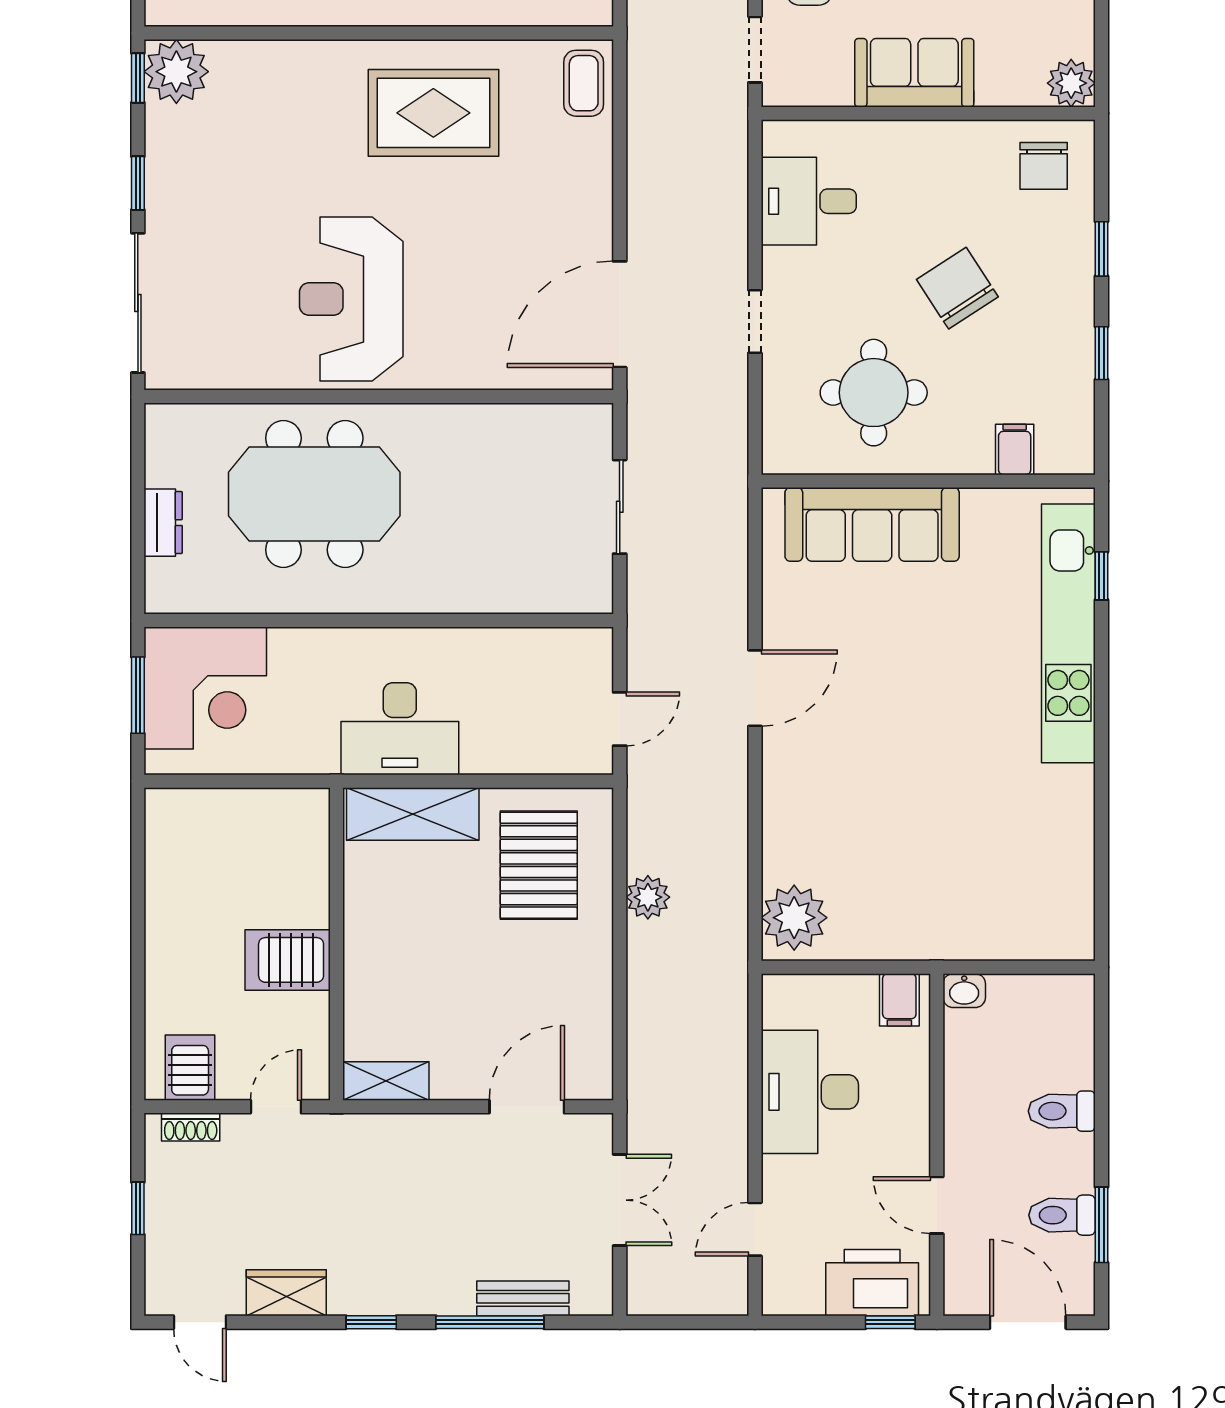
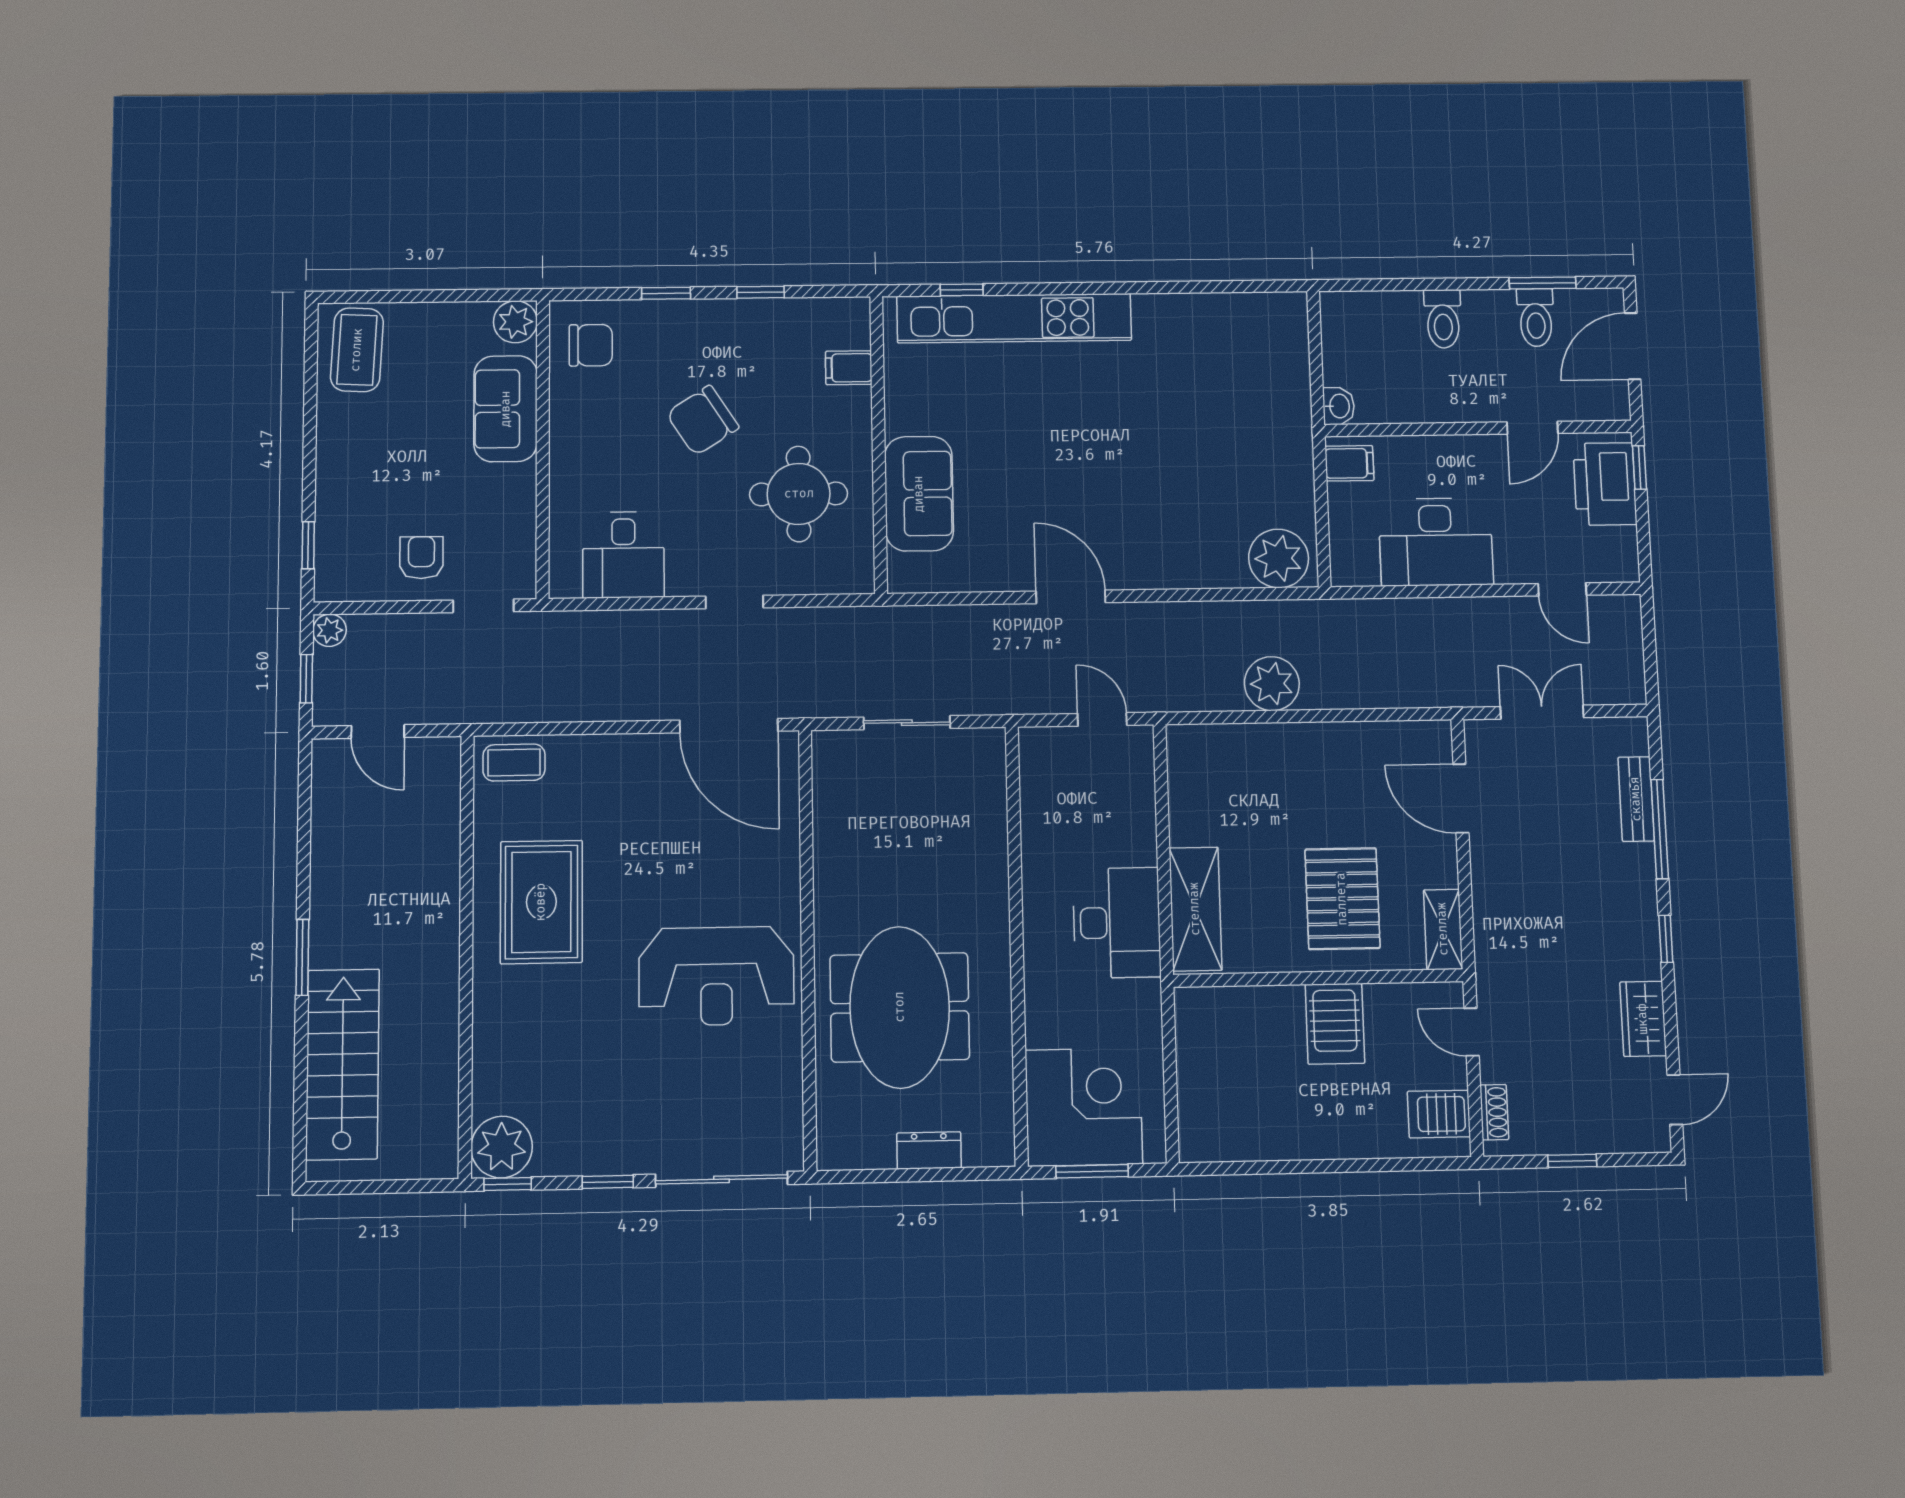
sofa: (914, 73) -> (506, 409), moved
sofa: (872, 524) -> (919, 494), width x0.73
pallet: (539, 865) -> (1342, 899), moved, turned 90
plant: (648, 897) -> (1272, 684), width x1.36, depth x1.36

